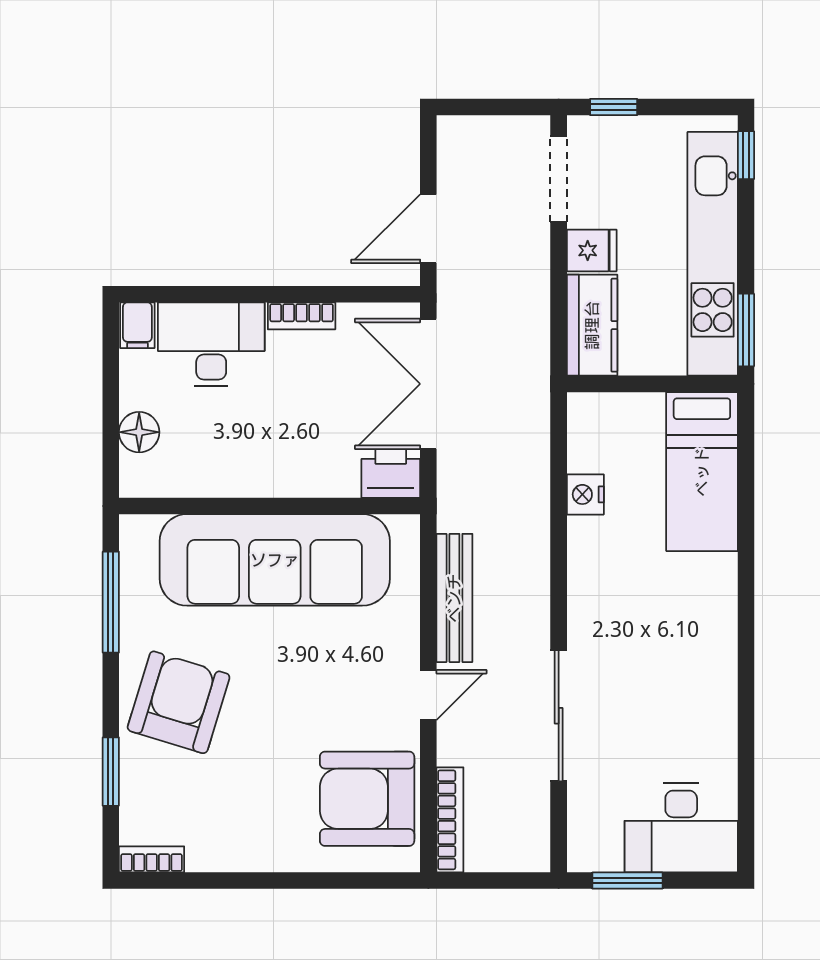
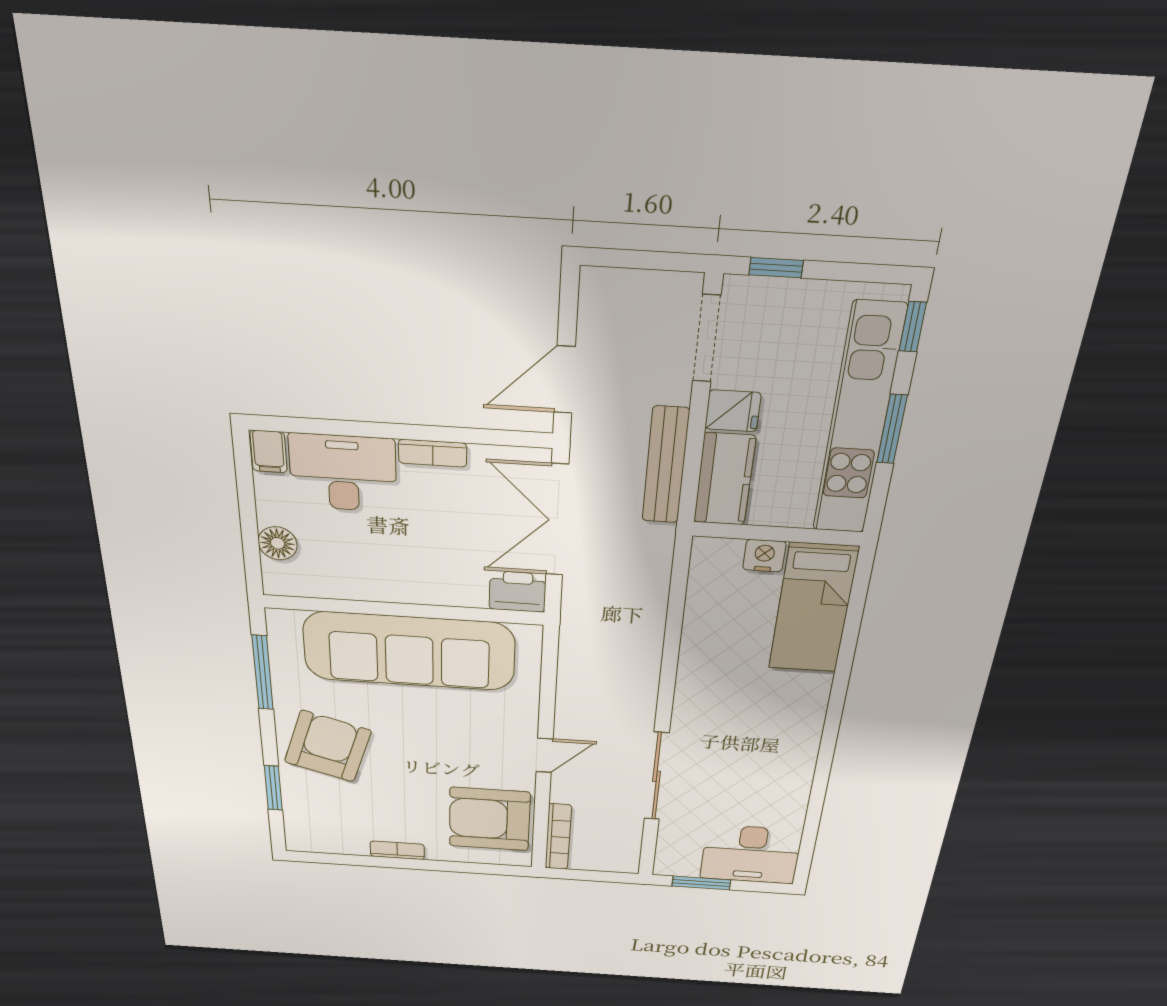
window: (746, 330) -> (892, 429), moved
nightstand: (585, 494) -> (764, 556), moved, turned 90
bench: (454, 598) -> (666, 465), moved
bookcase: (152, 859) -> (397, 850), moved

